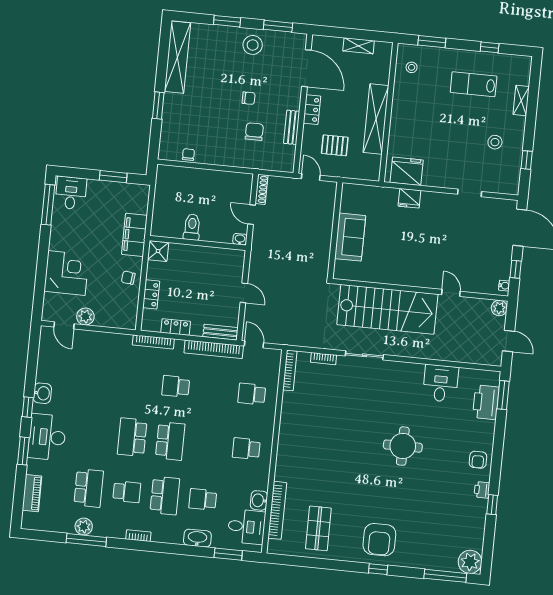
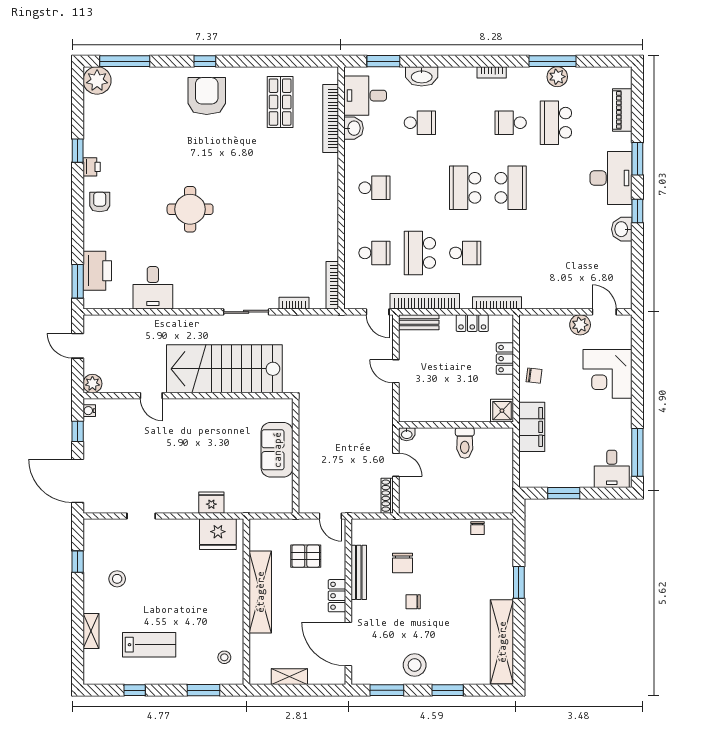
bench: (292, 127) -> (359, 572), width x1.36
school desk: (165, 496) -> (420, 253), moved

